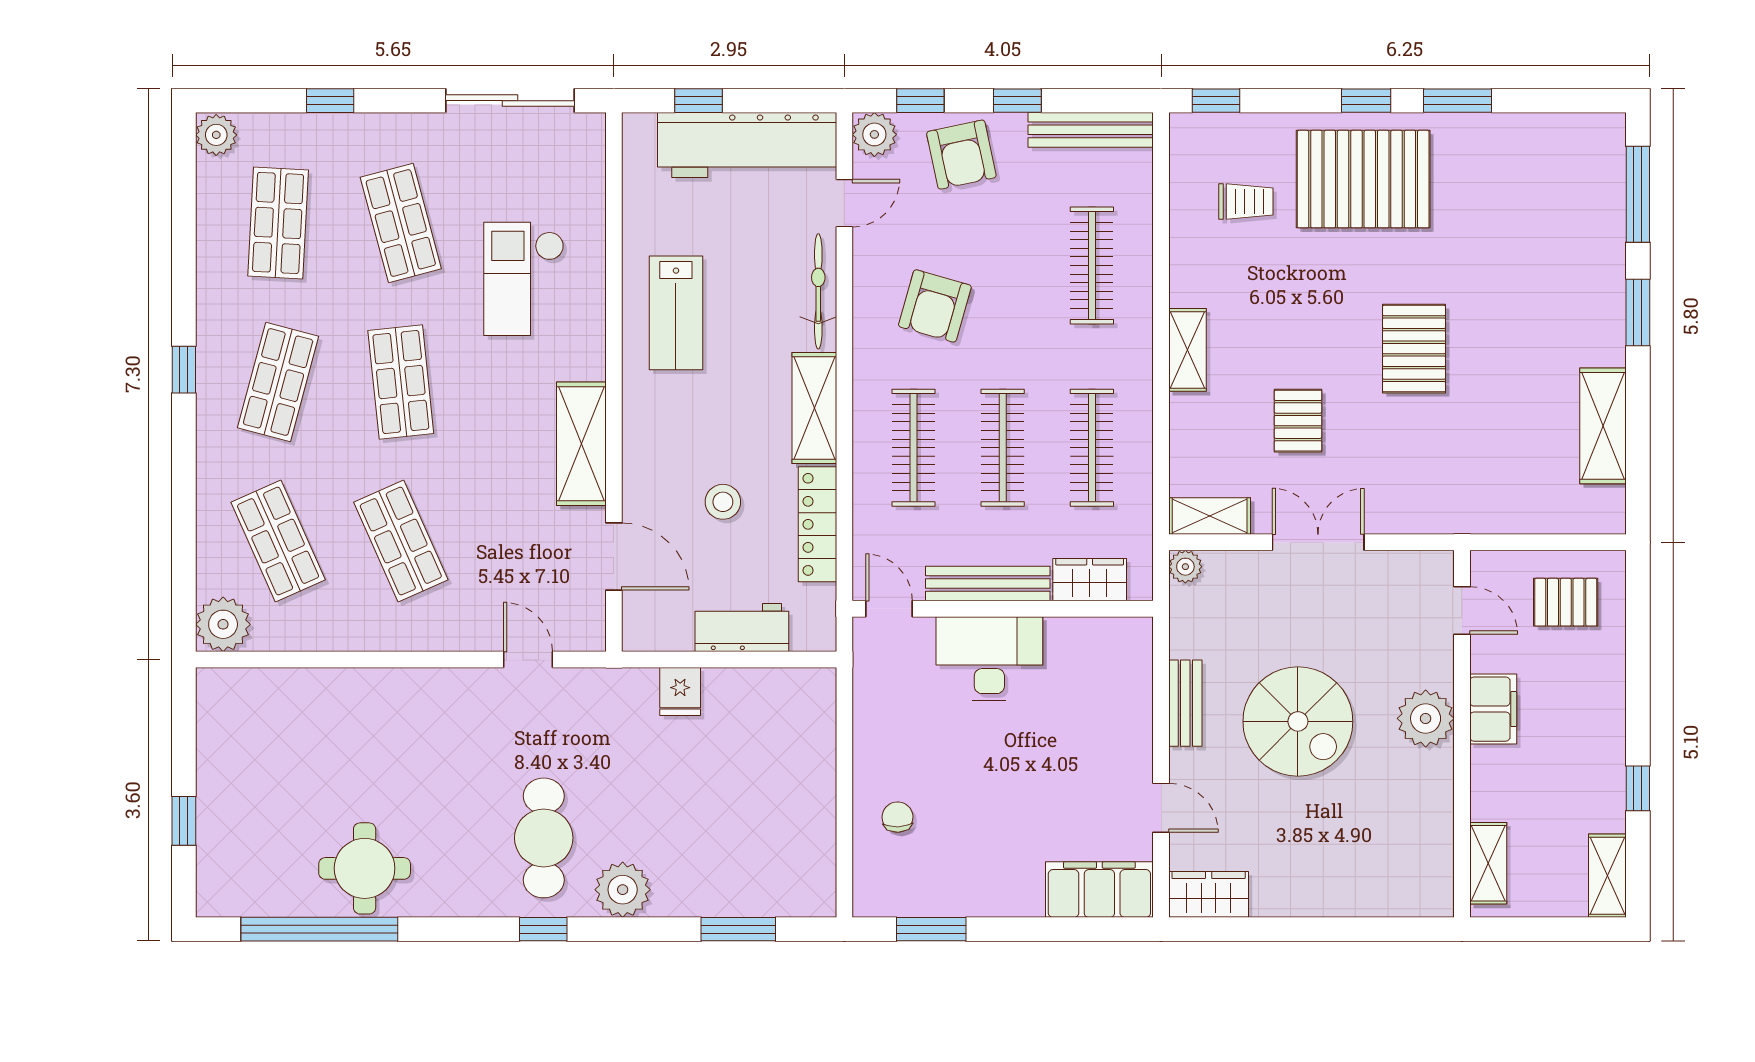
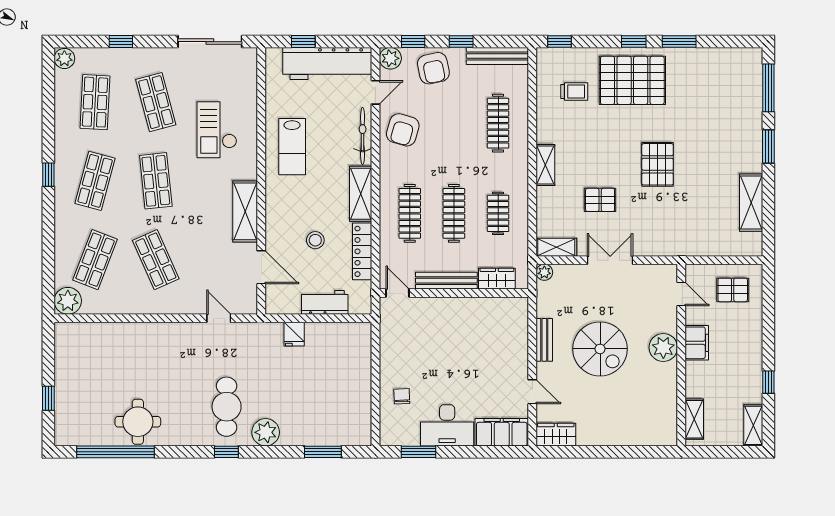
armchair: (935, 306) -> (403, 130), moved
pallet: (1298, 421) -> (600, 200), turned 90
clothes rail: (1092, 448) -> (498, 213), width x0.73
shop shelf: (278, 541) -> (95, 260), turned 45
desk: (989, 658) -> (447, 425), moved, turned 180

